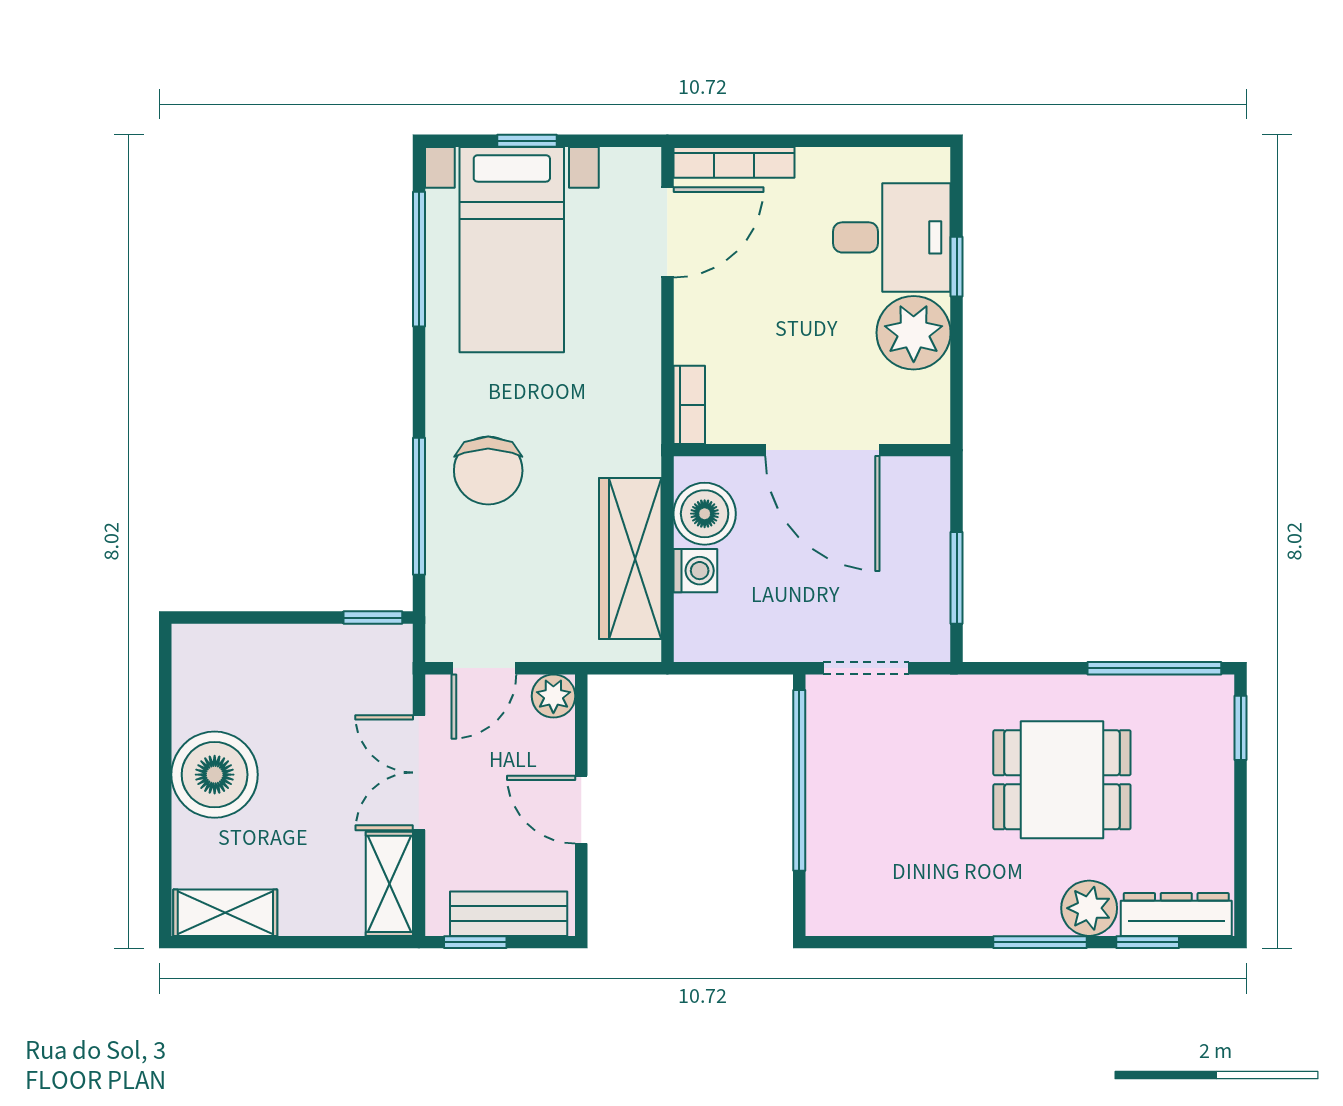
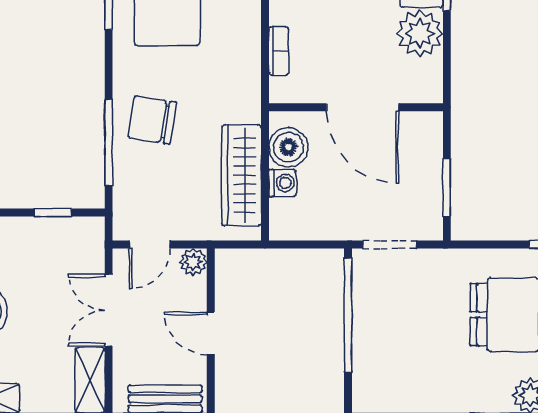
bookcase: (689, 405) -> (279, 51), moved
chair: (488, 471) -> (152, 120), turned 99
window: (373, 618) -> (53, 213), moved

